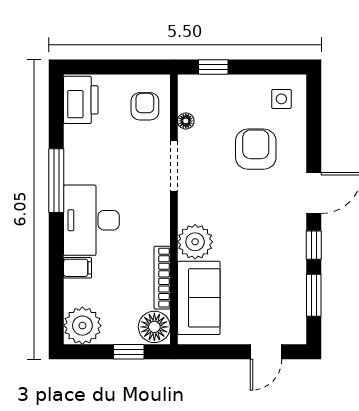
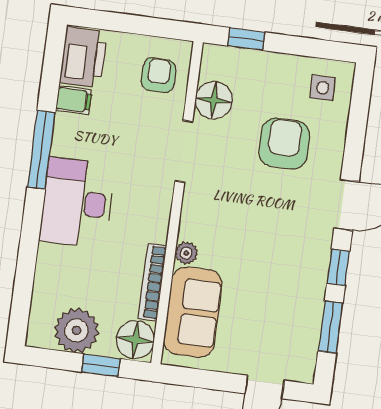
floor lamp: (186, 121) -> (214, 100), width x1.89, depth x1.89
plant: (195, 242) -> (186, 253), width x0.53, depth x0.53
filing cabinet: (78, 268) -> (74, 100), moved
plant: (82, 326) -> (76, 330), moved

